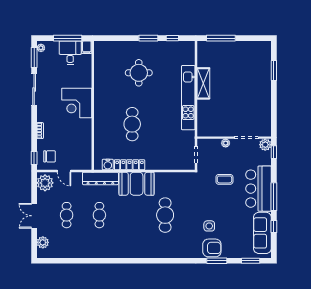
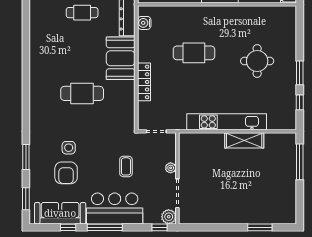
locker: (130, 165) -> (144, 82), moved
armchair: (212, 248) -> (66, 173), moved

